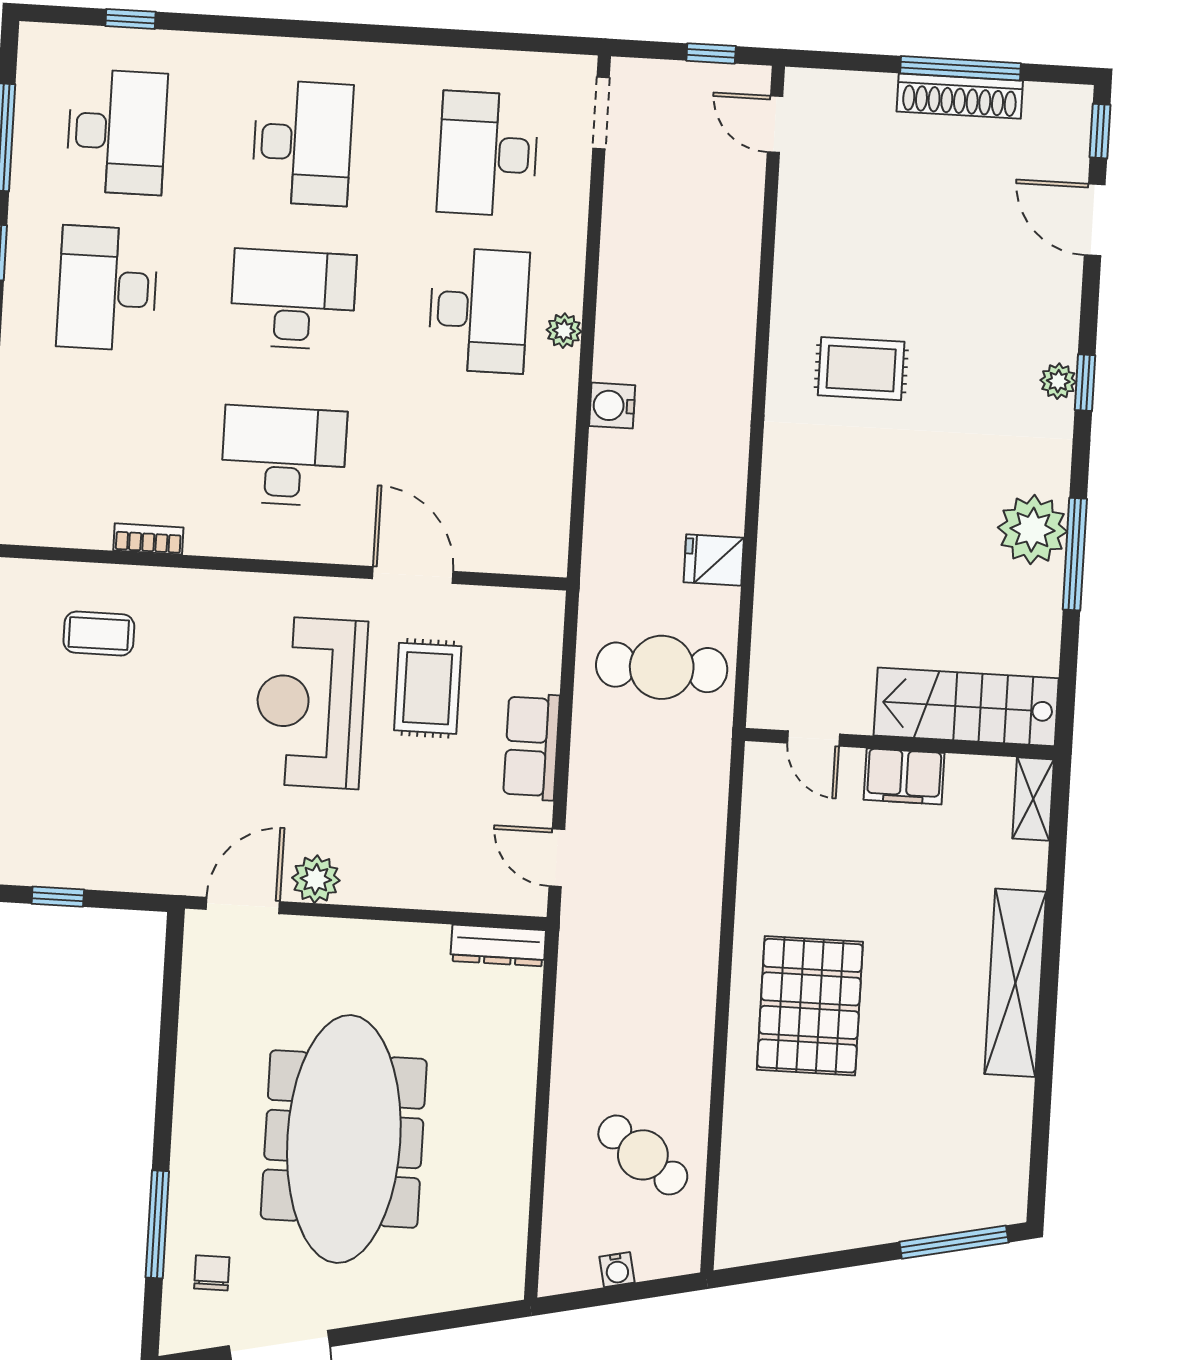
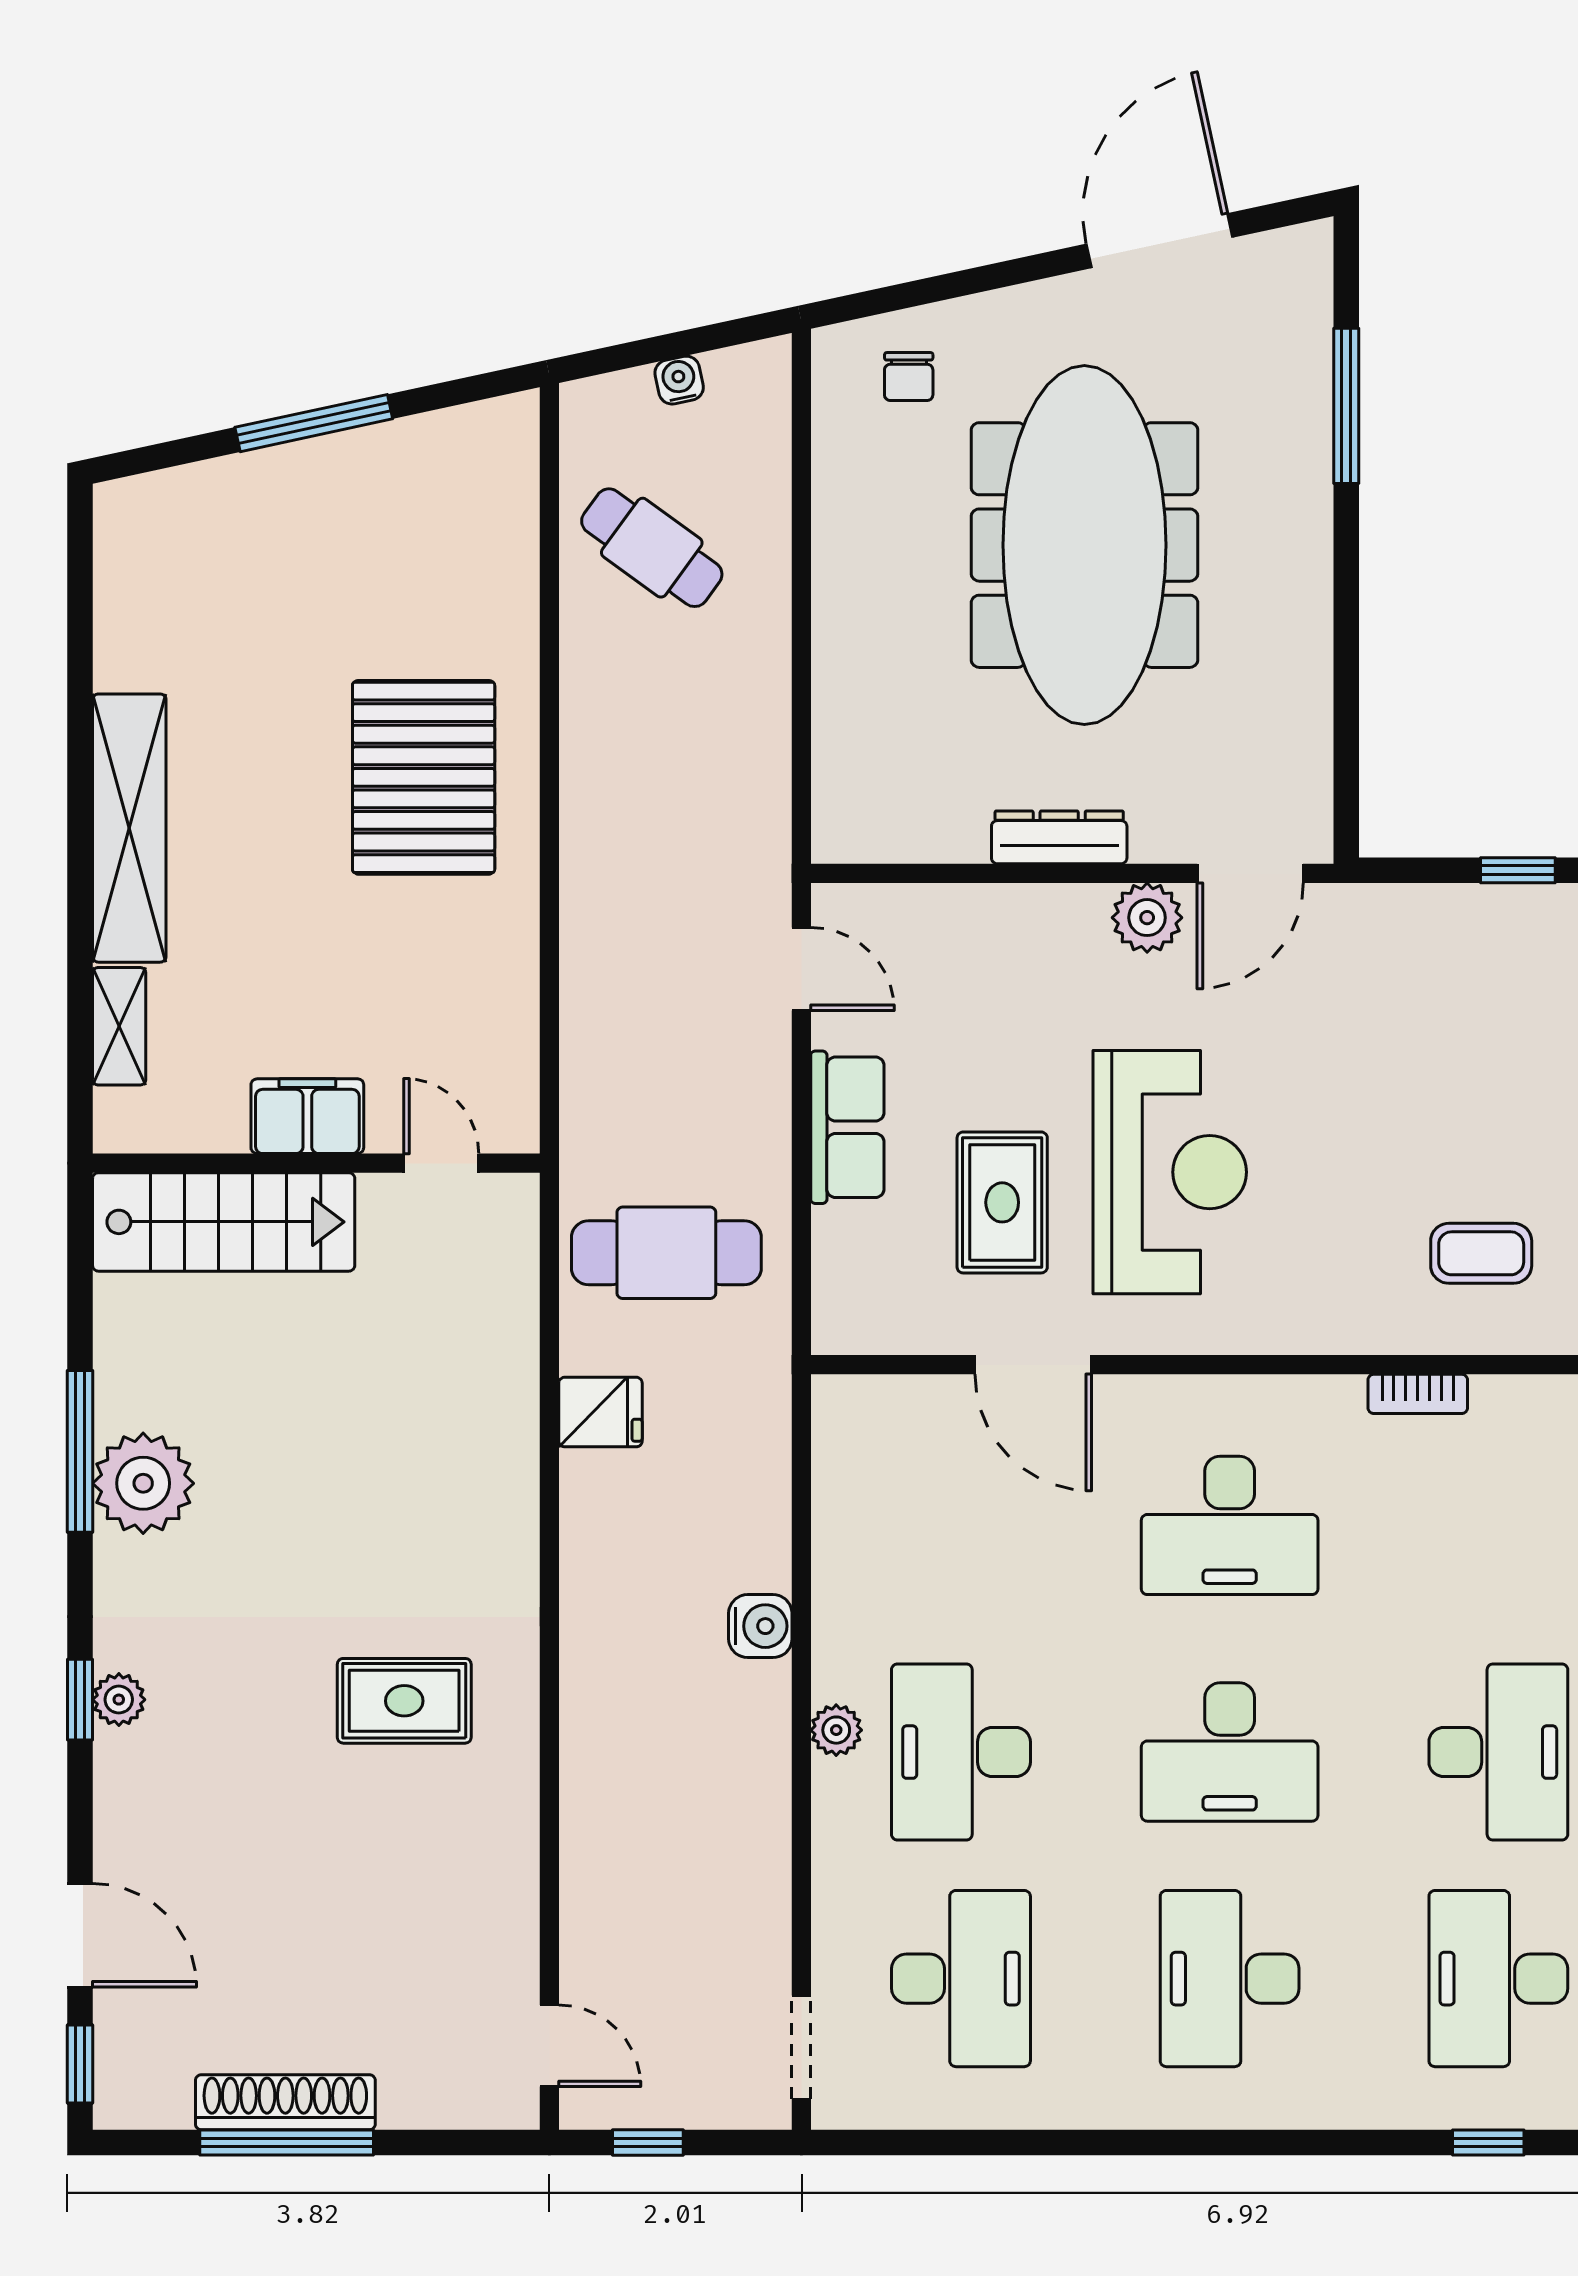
shelving: (1033, 799) -> (119, 1026), moved
dresser: (498, 946) -> (1059, 837), moved
window: (954, 1242) -> (314, 423), moved
chair: (212, 1273) -> (909, 377), moved

